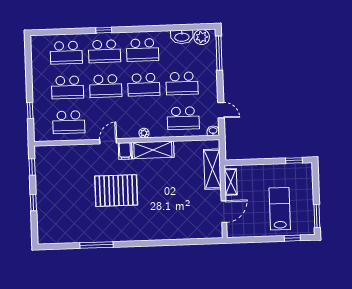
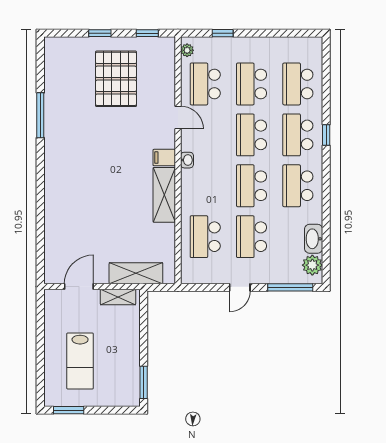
door: (221, 110) -> (240, 287), moved
washbasin: (213, 131) -> (187, 160), moved
plant: (144, 133) -> (187, 50), moved
door: (108, 141) -> (178, 118), moved
window: (294, 160) -> (144, 382), width x1.50
pallet: (116, 191) -> (116, 79), moved
lab bench: (280, 209) -> (80, 361), turned 90
door: (224, 212) -> (79, 287), swing flipped
window: (292, 238) -> (40, 376), removed

